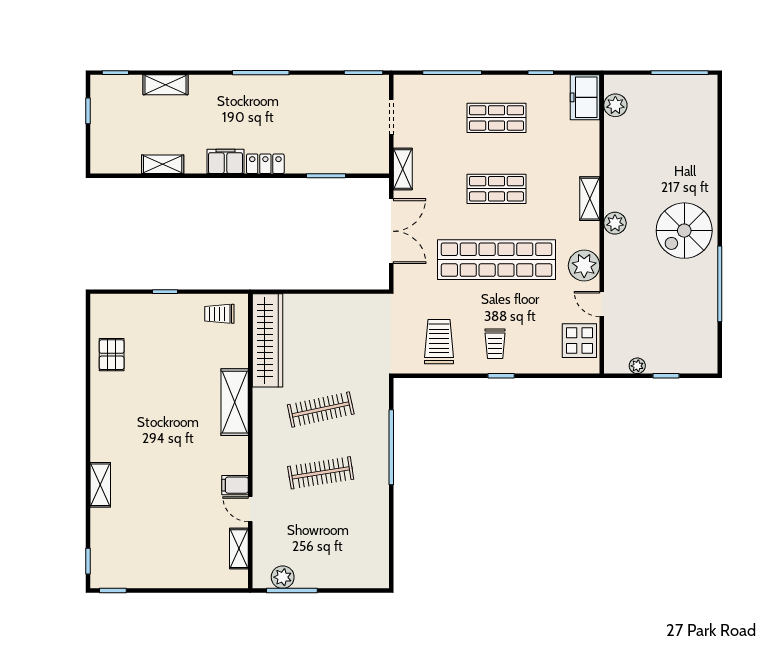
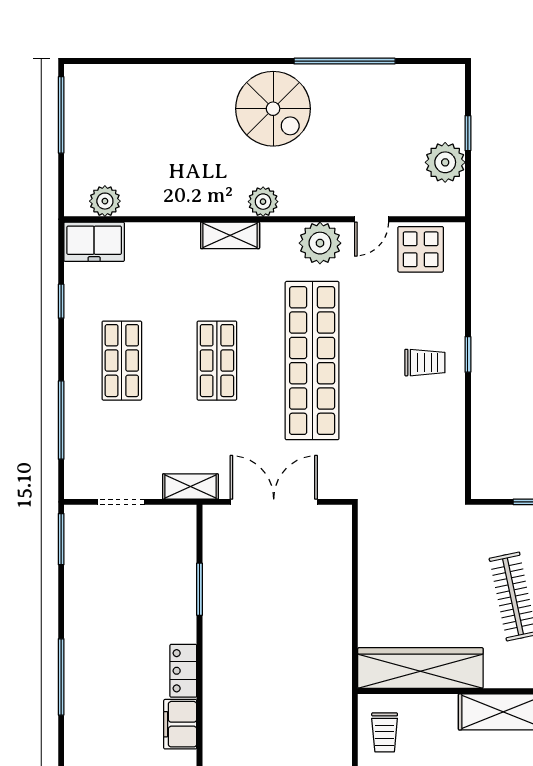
trolley: (439, 342) -> (422, 438), removed
plant: (637, 366) -> (445, 162), width x1.88, depth x1.88

